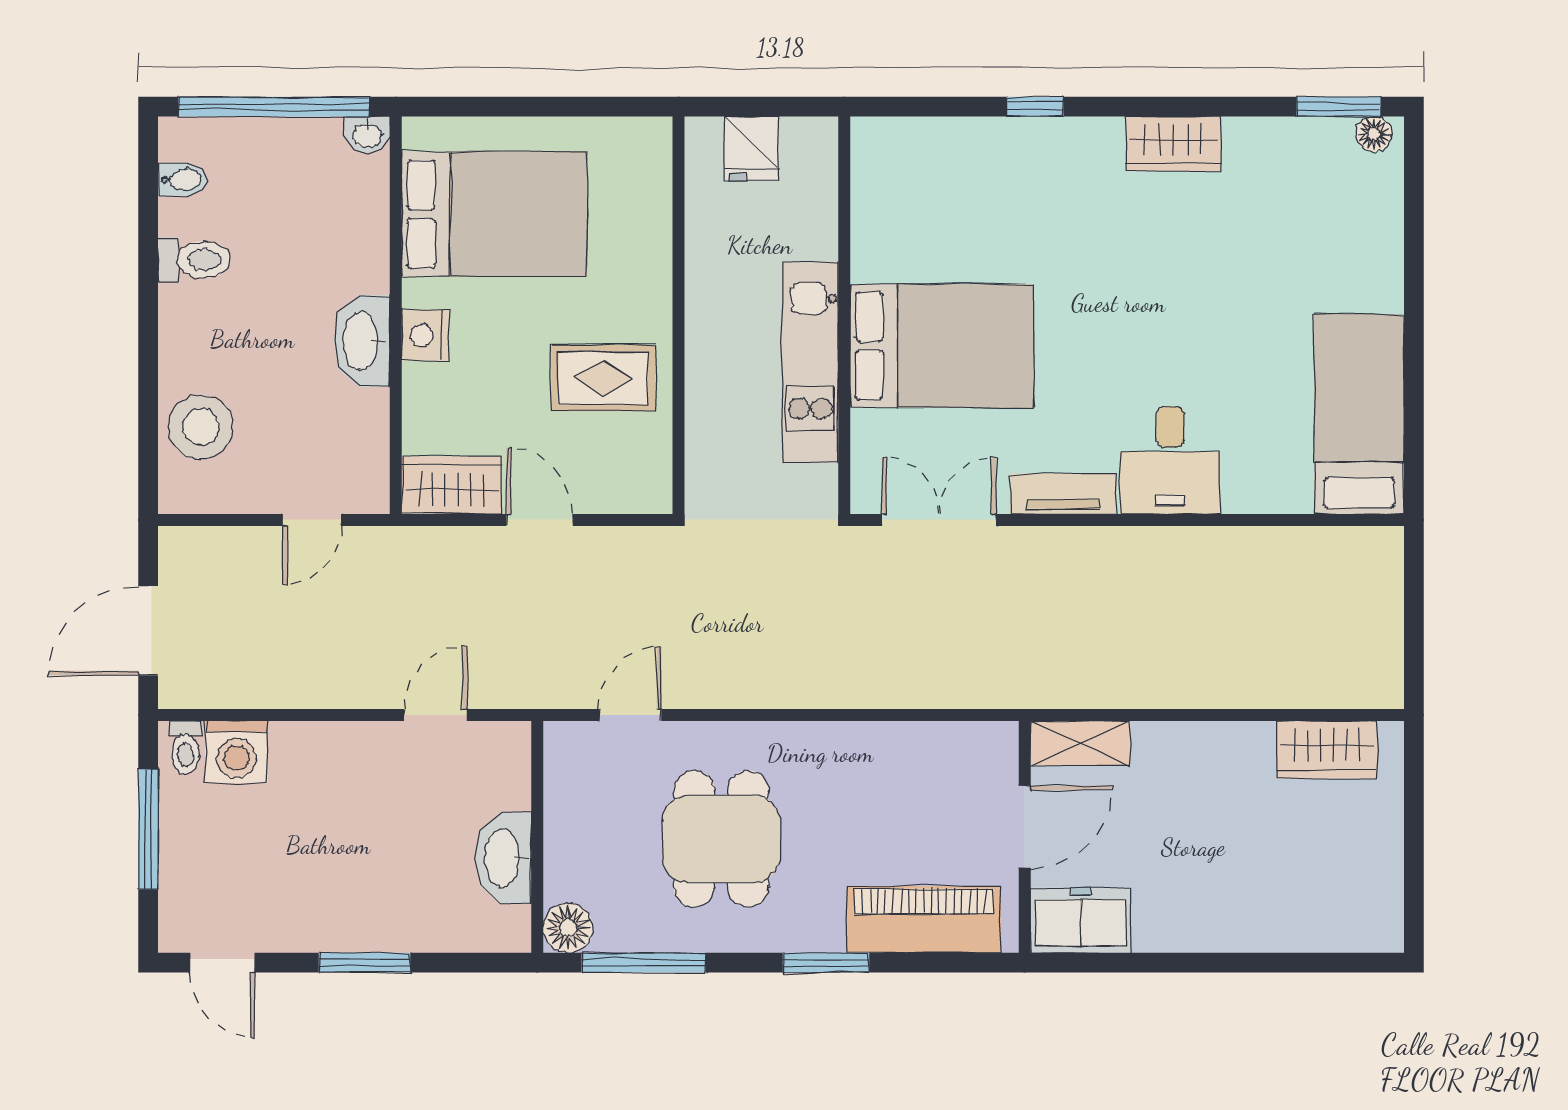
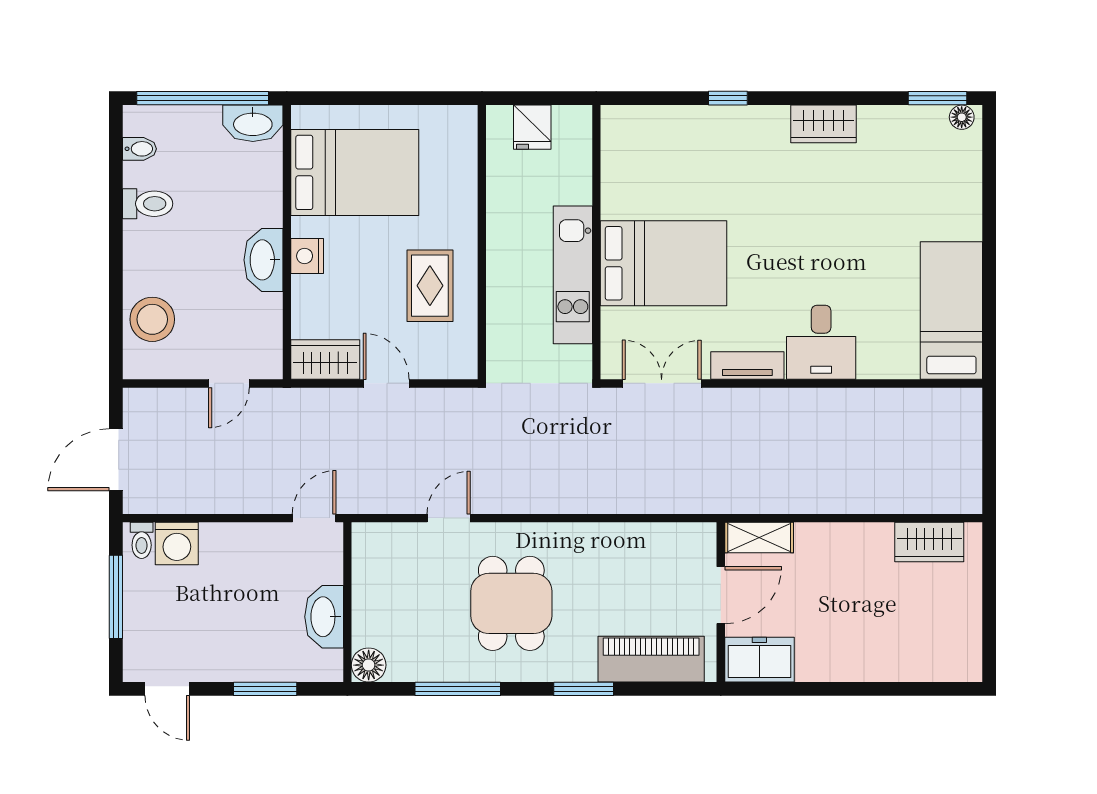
washbasin: (367, 135) -> (253, 123), width x1.91, depth x1.45
rug: (603, 378) -> (430, 286), turned 90
wall: (537, 837) -> (347, 602), moved
washbasin: (503, 858) -> (324, 617), moved
floor lamp: (568, 928) -> (369, 665), moved

